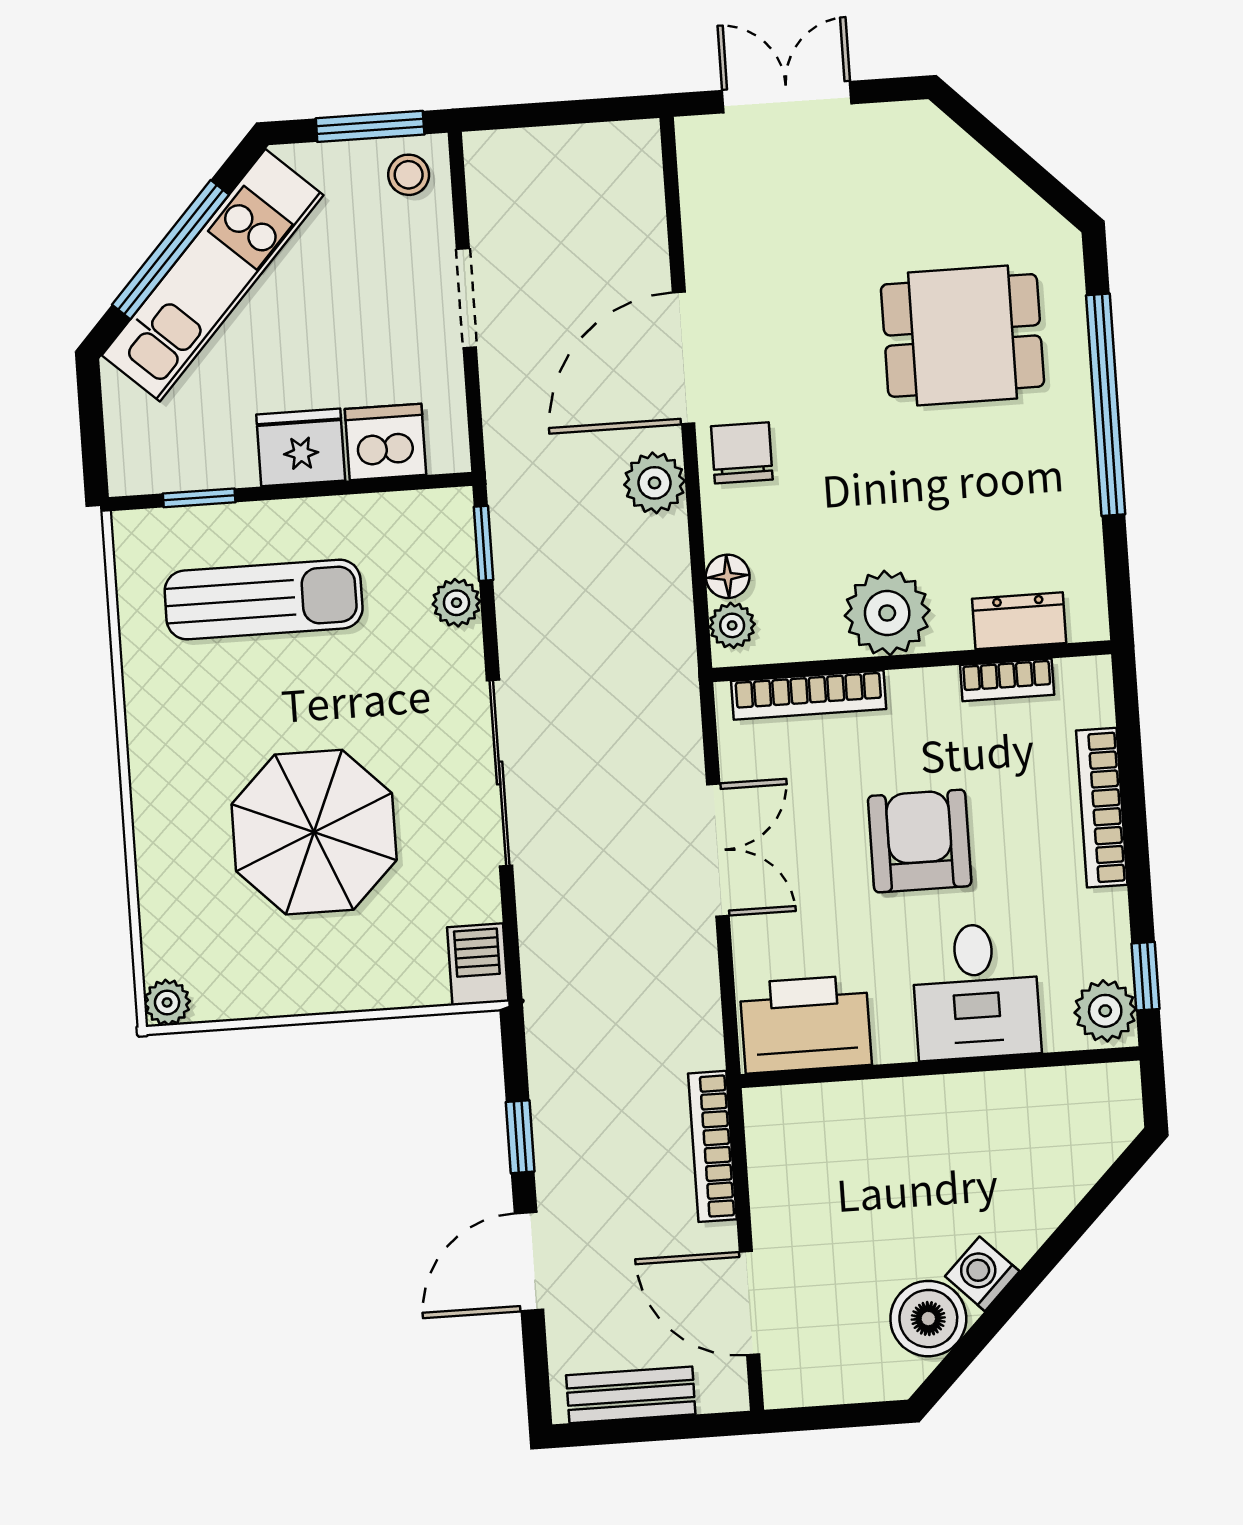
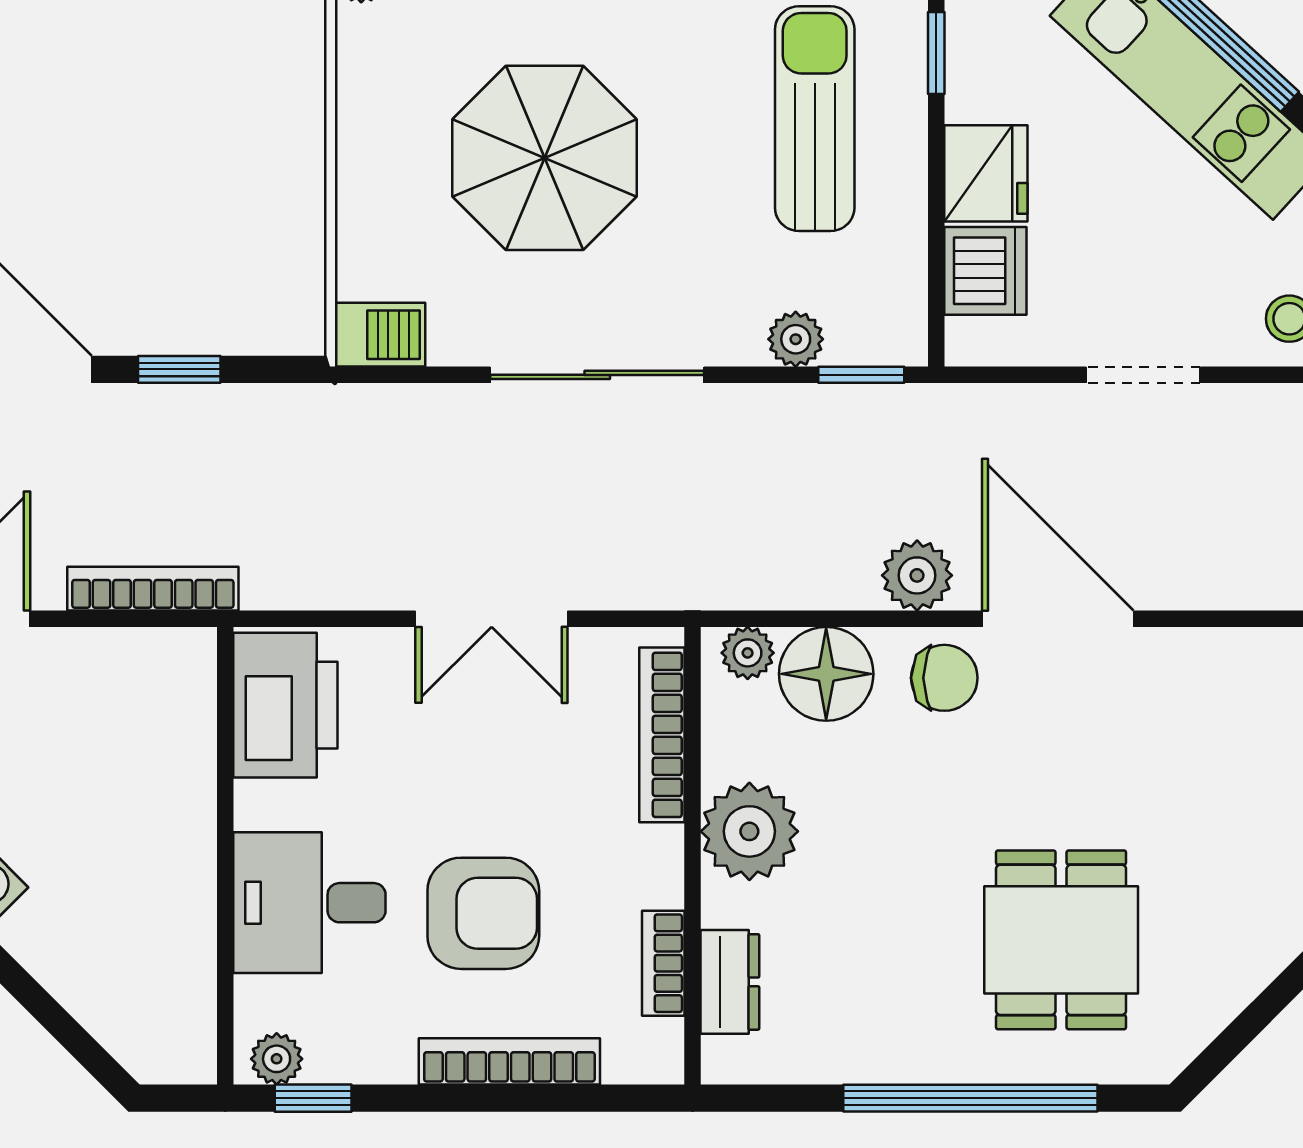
floor lamp: (728, 576) -> (826, 674), width x1.89, depth x1.89
sun lounger: (264, 600) -> (815, 119), turned 180
armchair: (920, 841) -> (483, 913), moved
plant: (1105, 1011) -> (277, 1059), width x0.73, depth x0.73

